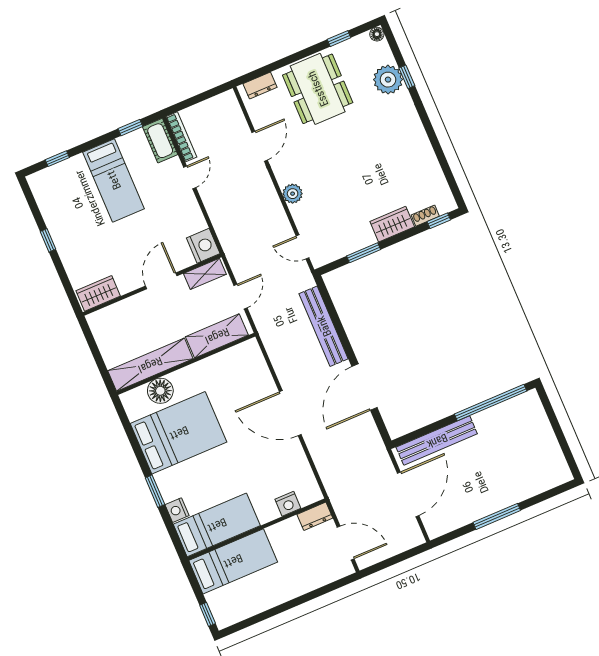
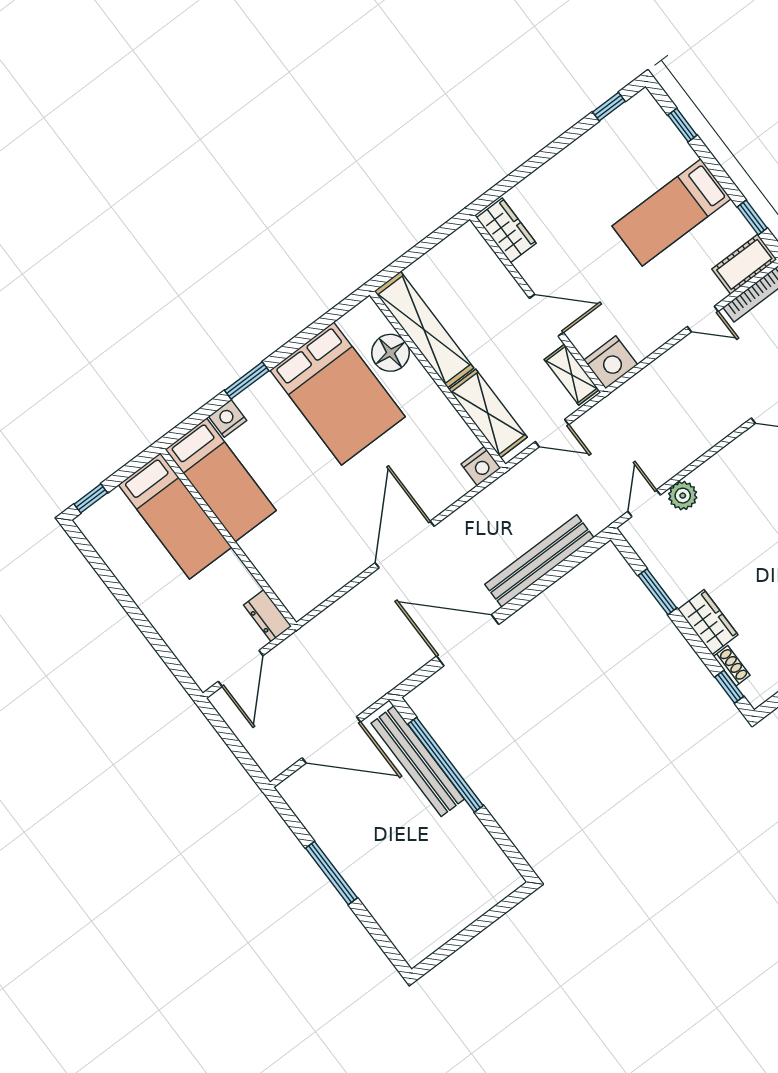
plant: (293, 194) -> (683, 496), moved
window: (48, 240) -> (609, 107), moved
window: (491, 403) -> (445, 765), moved
nightstand: (288, 504) -> (481, 466), moved, turned -90

